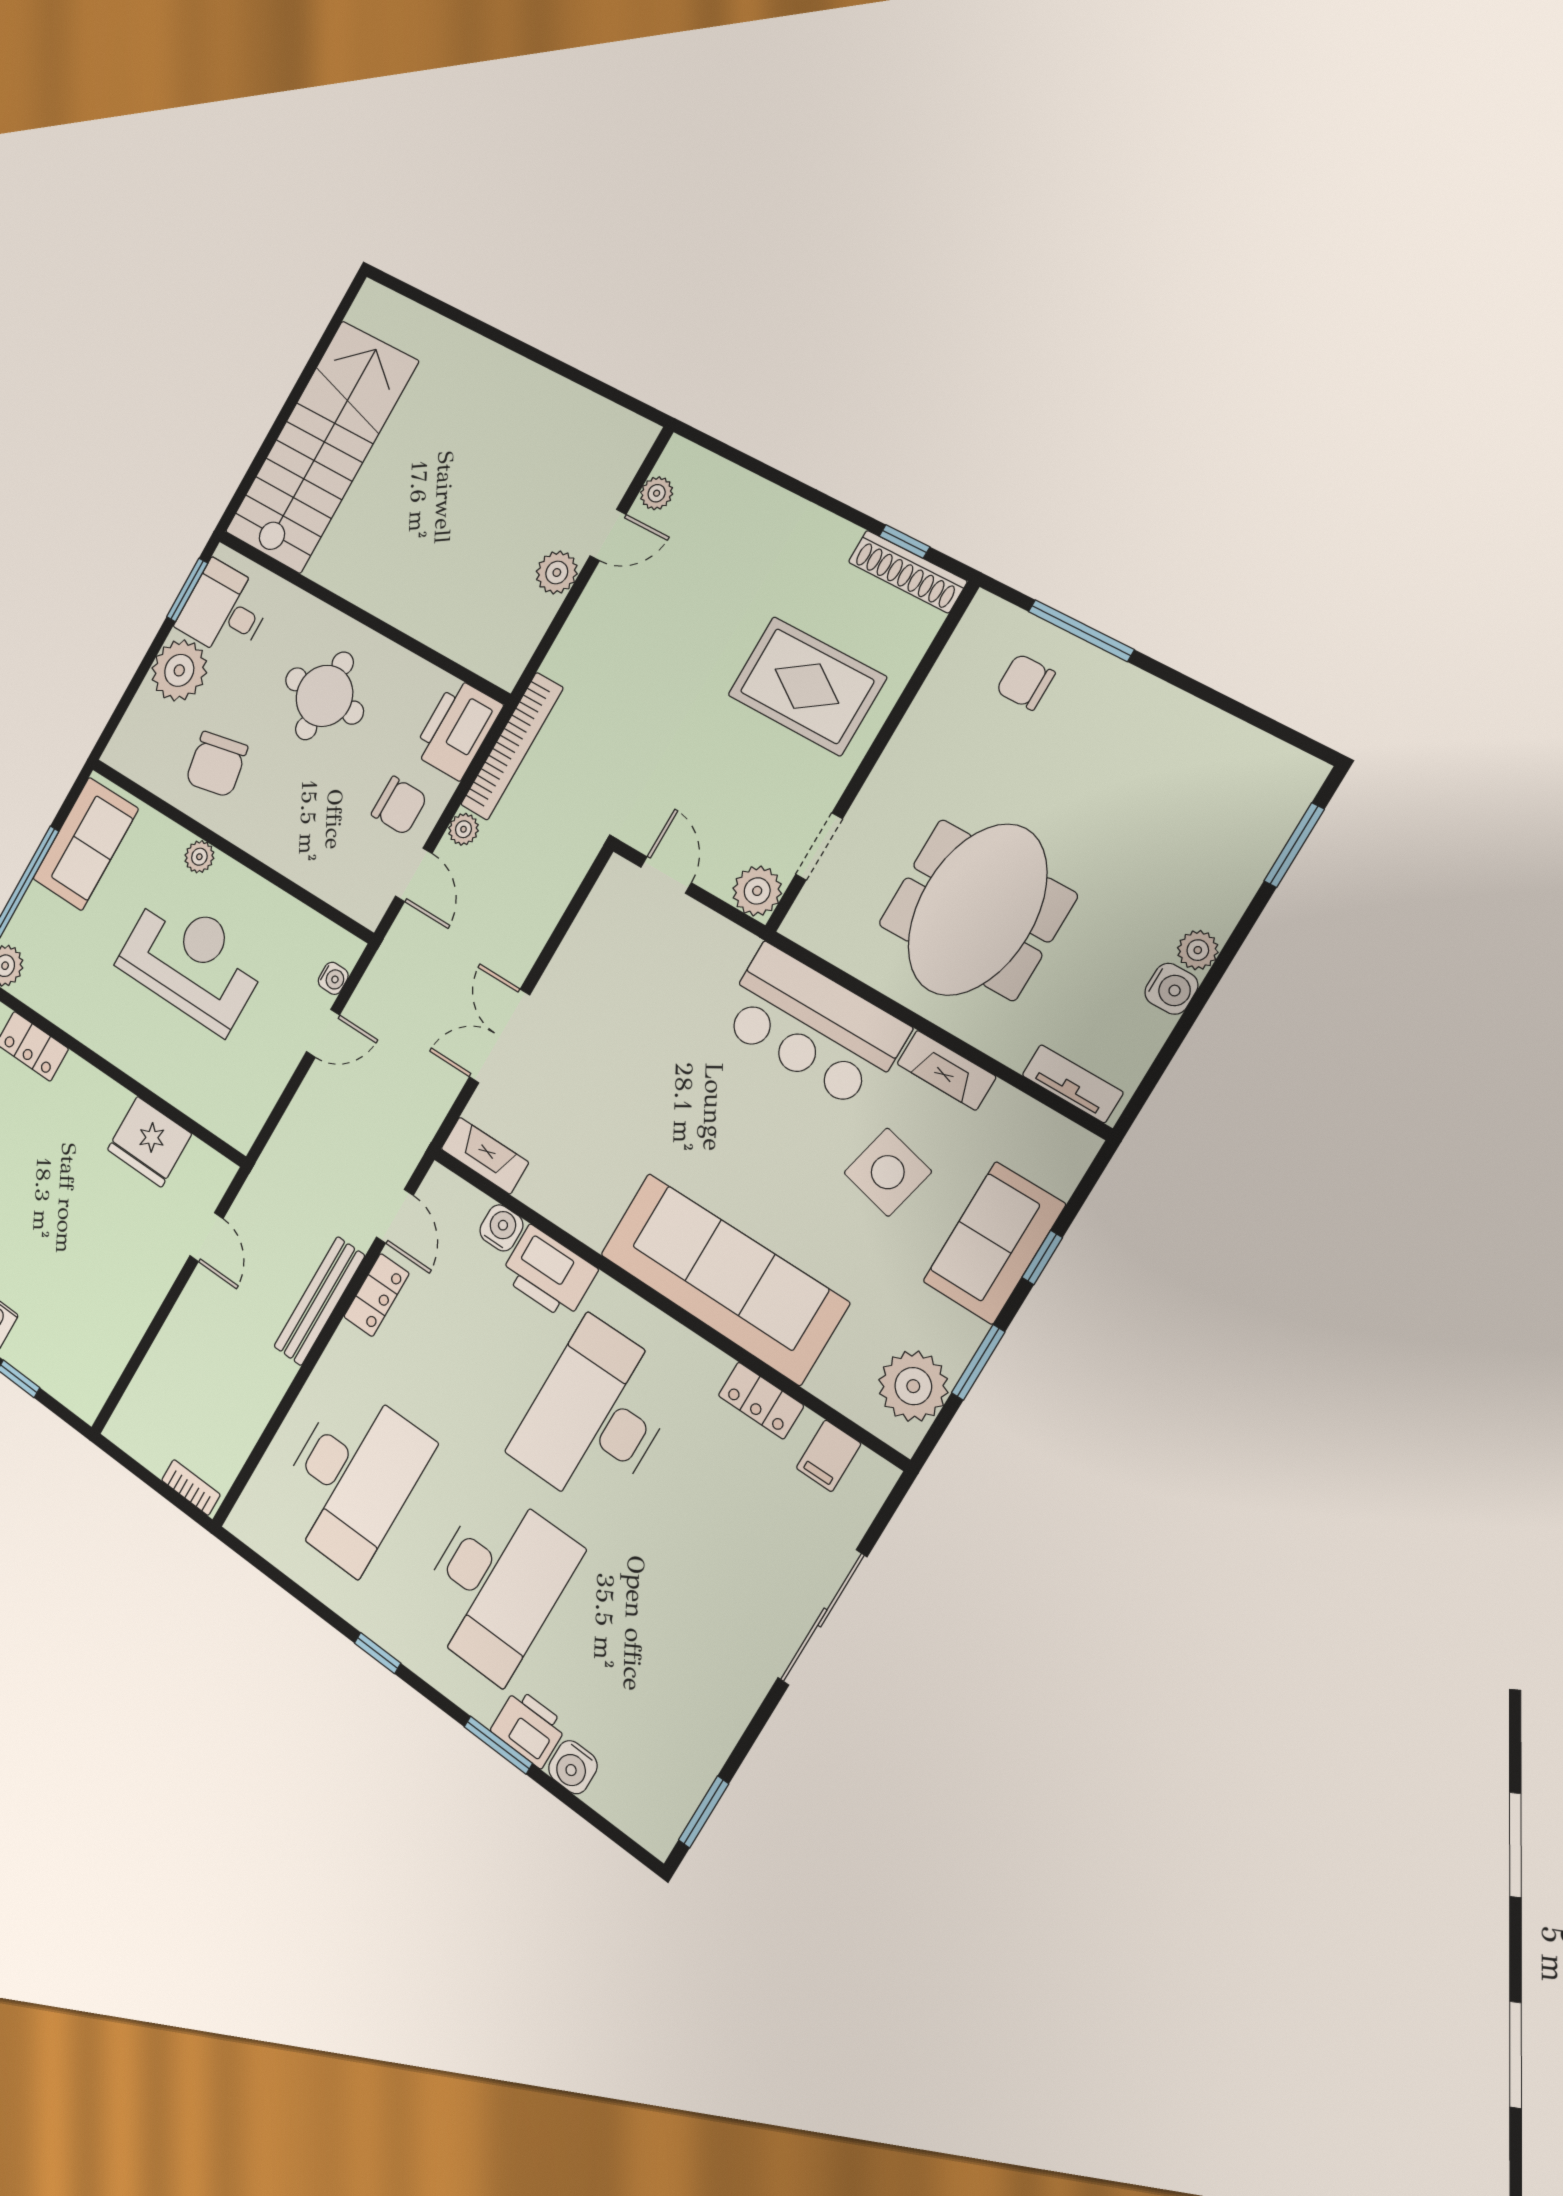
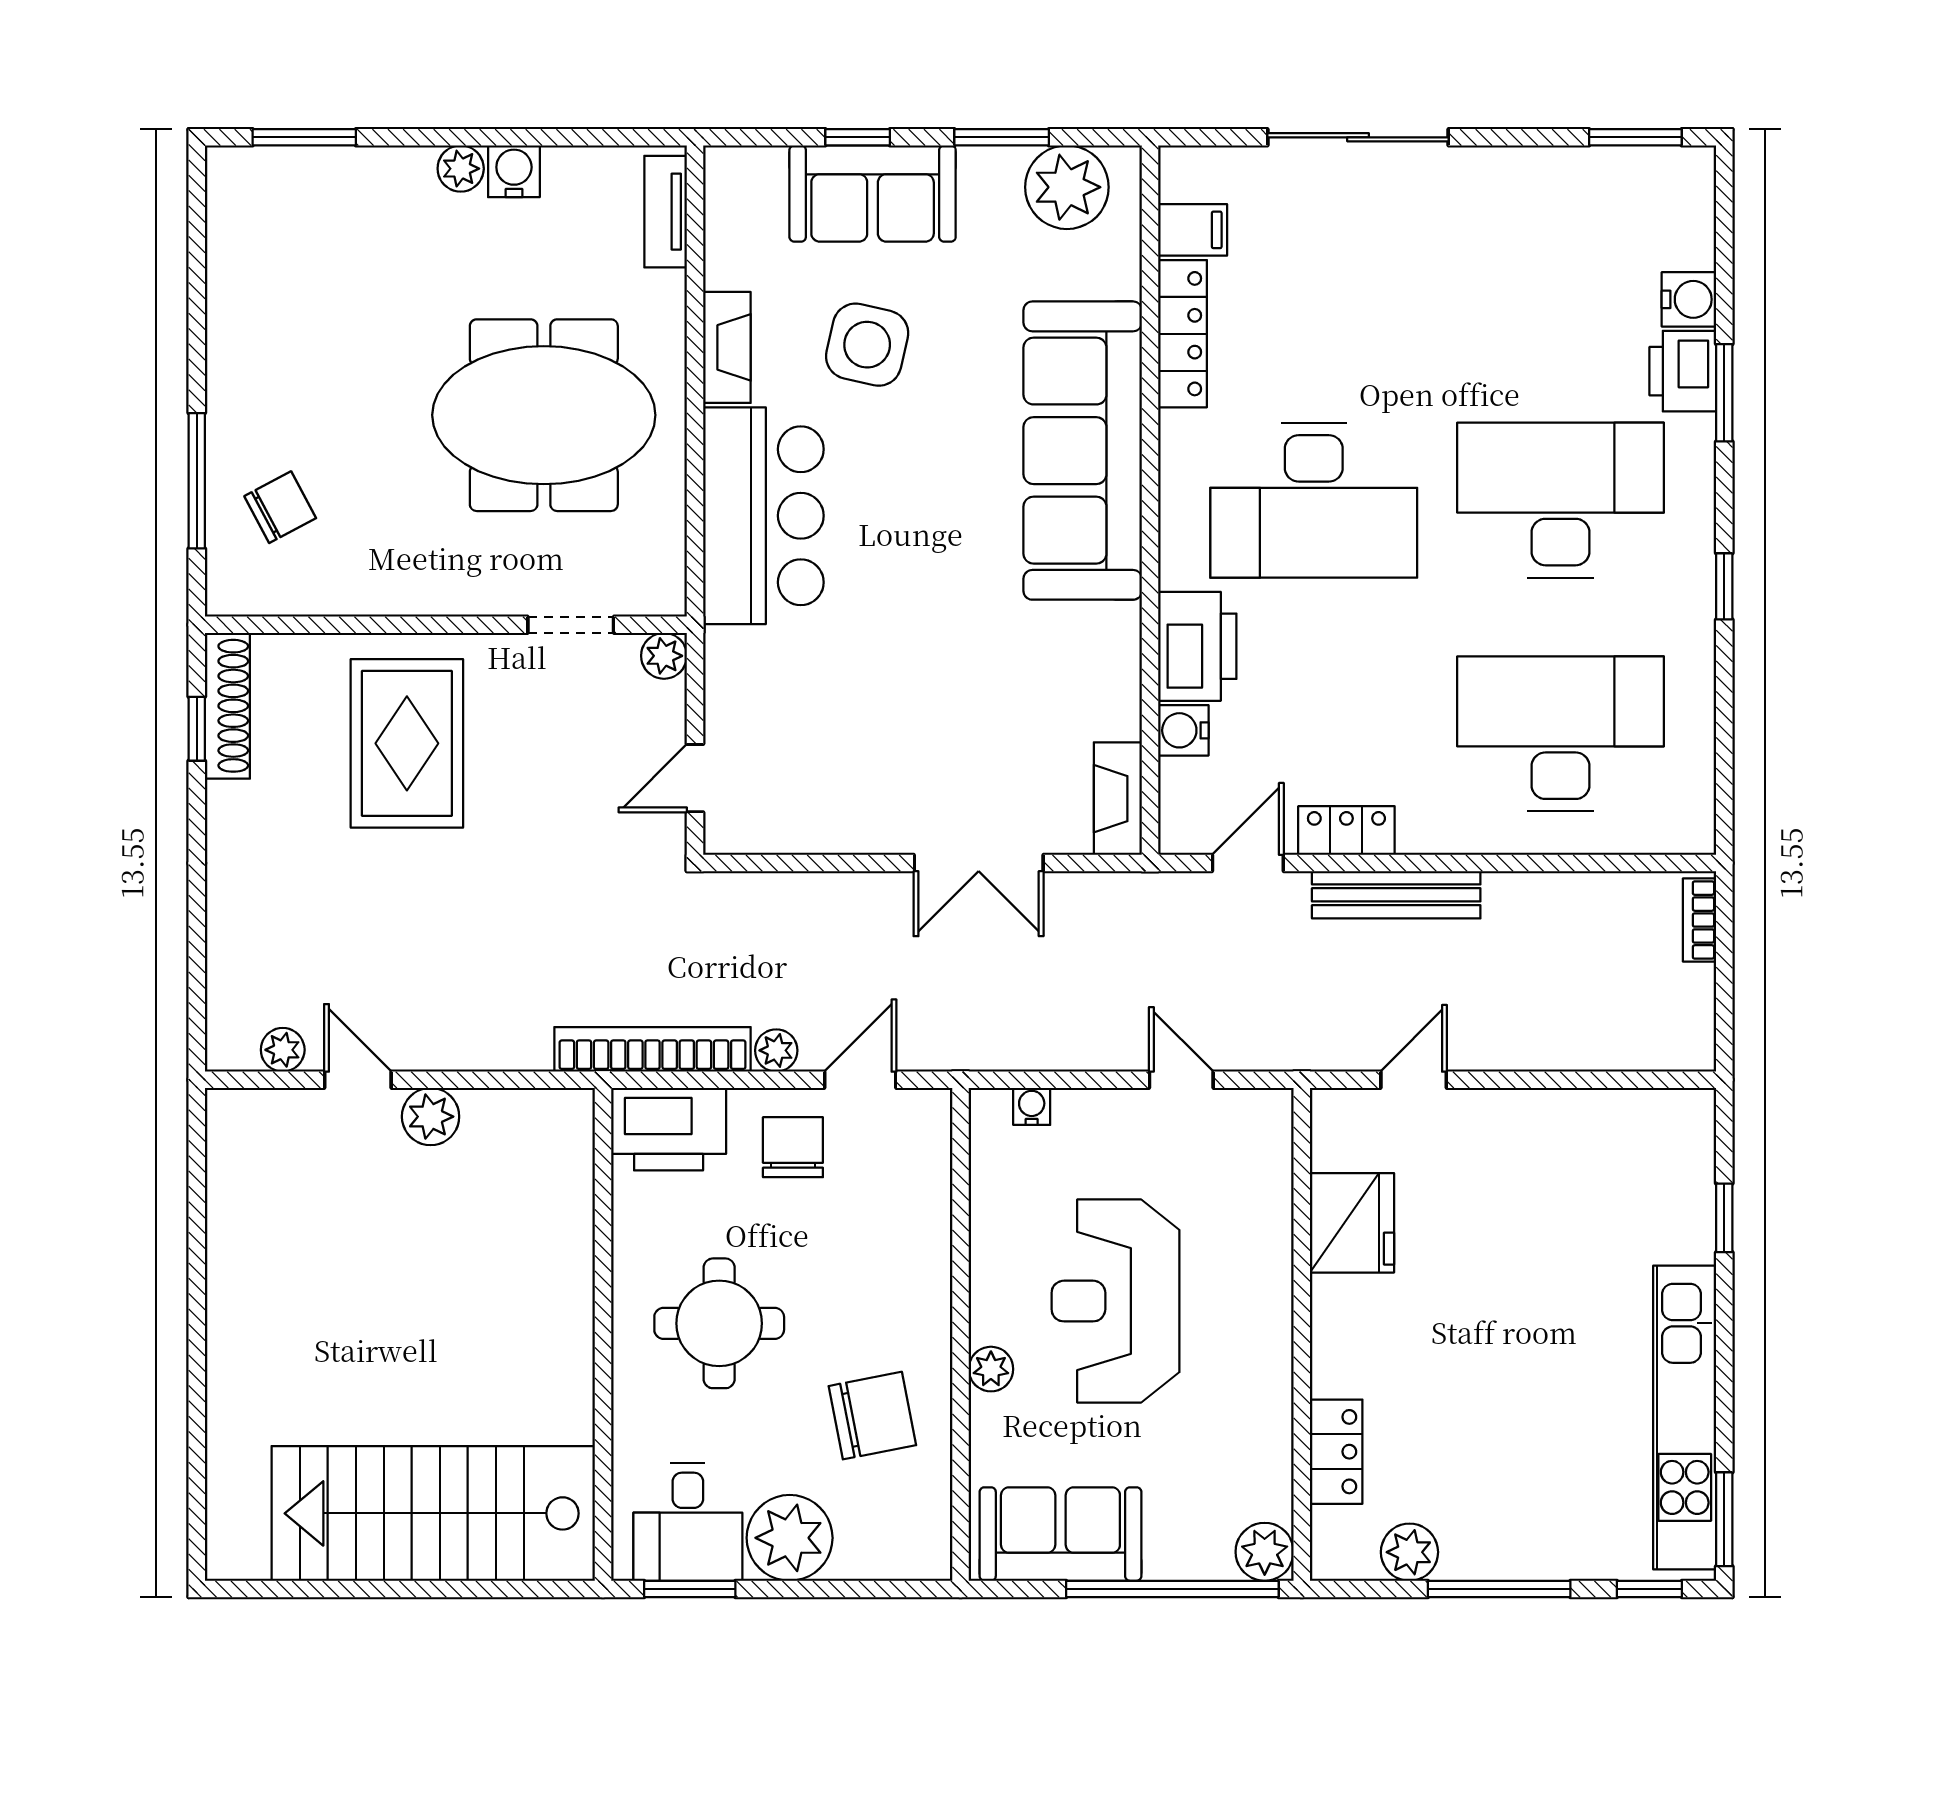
chair: (1025, 682) -> (280, 507), turned -118
plant: (757, 891) -> (664, 656), width x0.73, depth x0.73
door: (323, 1033) -> (1181, 1080), moved
locker: (761, 1401) -> (1183, 334), width x1.53

